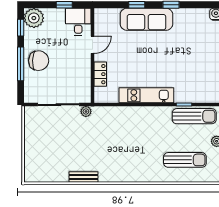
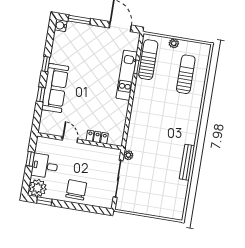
desk: (78, 22) -> (45, 166), moved
window: (21, 64) -> (77, 206), removed
kitchen unit: (146, 95) -> (127, 75), moved
bench: (84, 177) -> (187, 162), width x1.36

